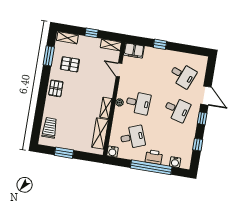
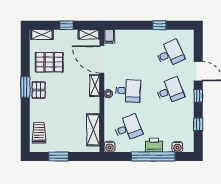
window: (160, 44) -> (159, 25), moved
filing cabinet: (134, 51) -> (109, 36), width x0.50
window: (49, 56) -> (25, 87), moved
pallet: (70, 64) -> (49, 62), width x1.50, depth x1.42
door: (119, 70) -> (102, 59), width x1.88
desk: (183, 75) -> (170, 54), turned -45
shelving: (106, 108) -> (95, 85), moved
desk: (177, 109) -> (170, 91), turned -36

